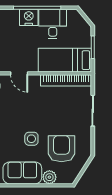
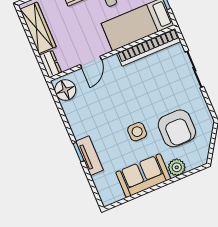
door: (19, 73) -> (91, 62), hinge flipped
armchair: (62, 149) -> (177, 128), turned 180

